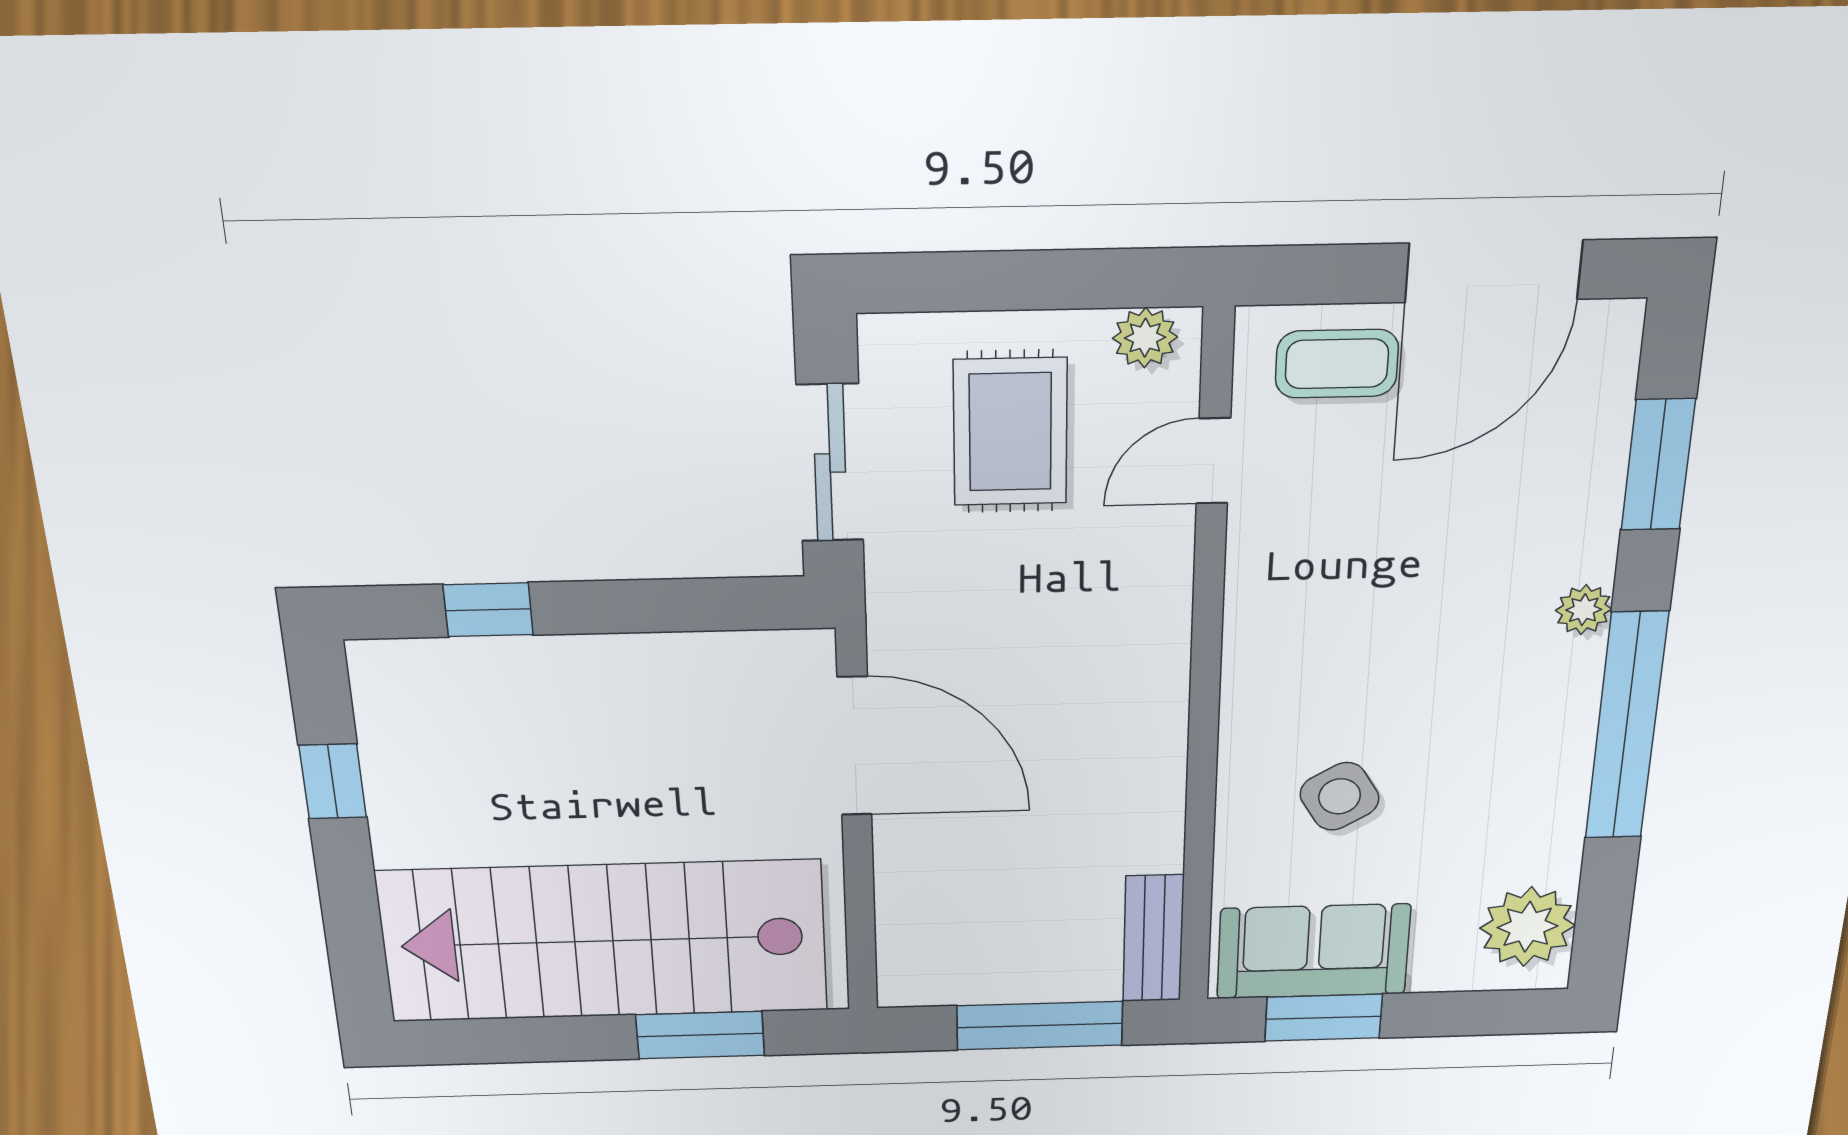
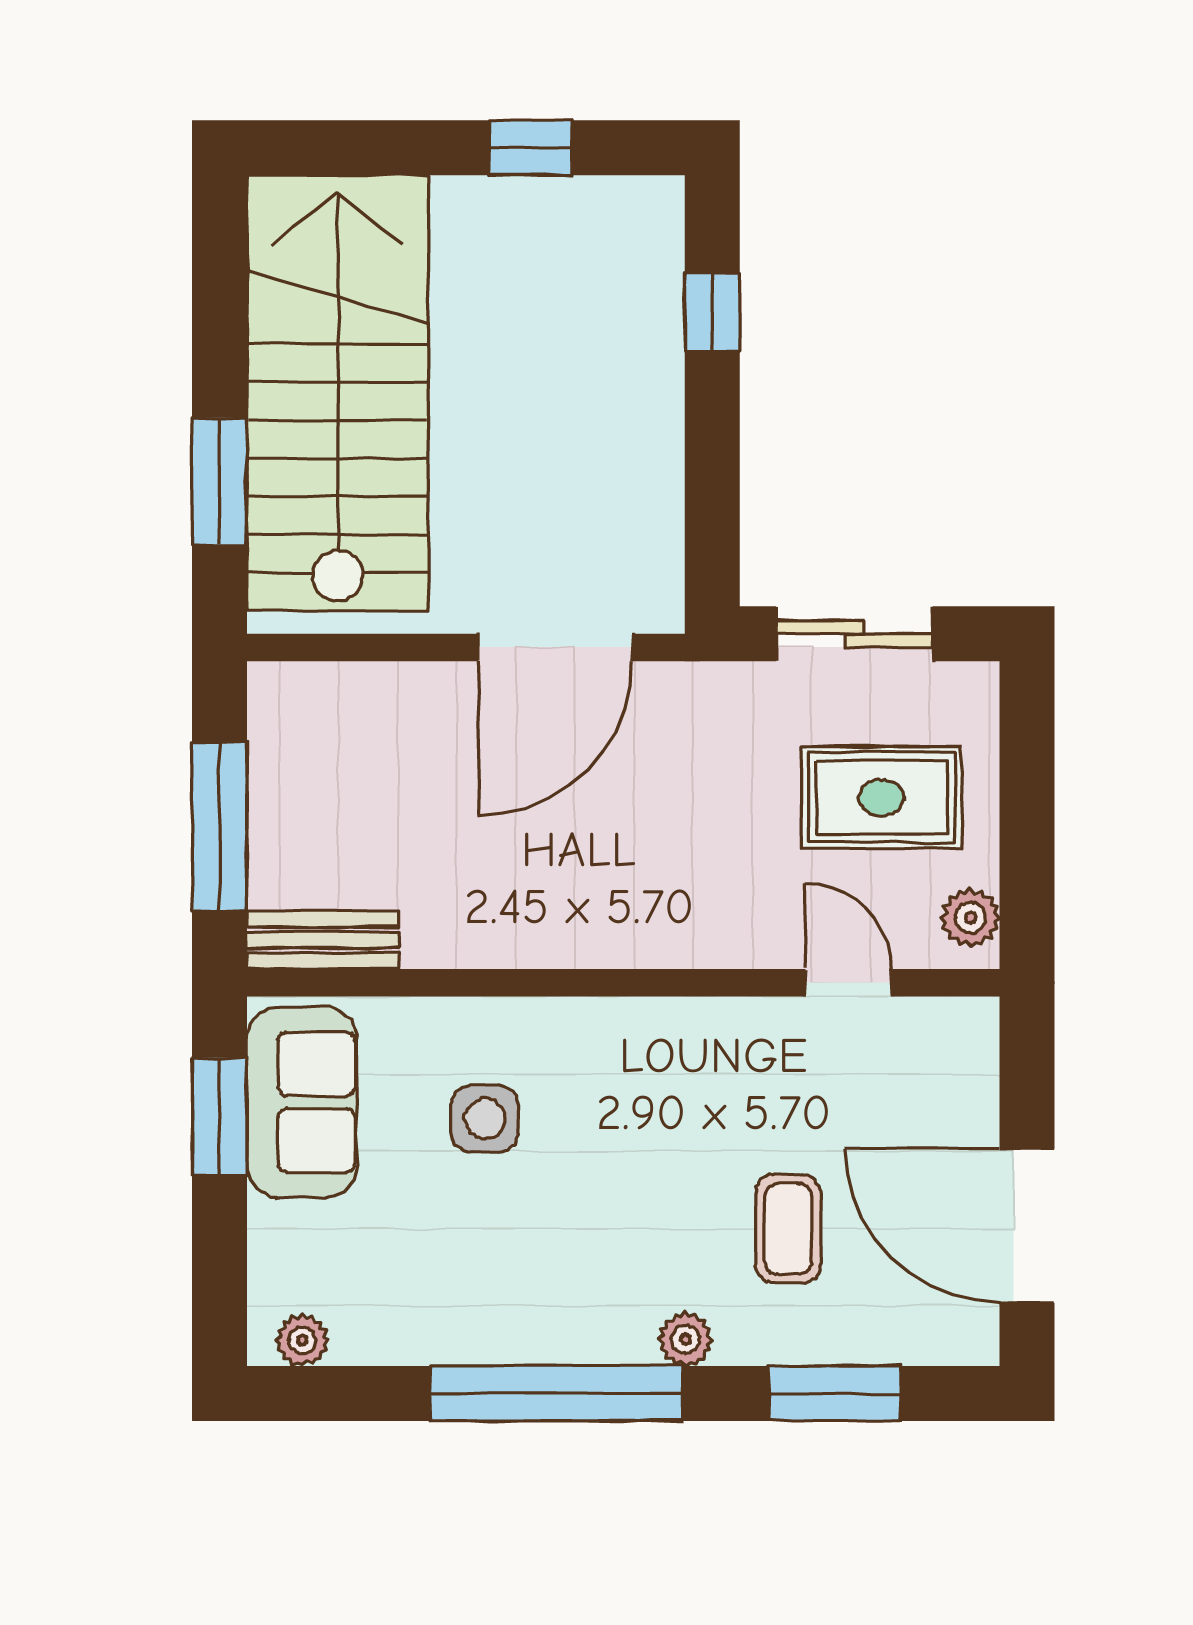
coffee table: (1337, 364) -> (788, 1229), moved
side table: (1340, 796) -> (485, 1119), turned 31
plant: (1528, 927) -> (302, 1340), width x0.53, depth x0.53

